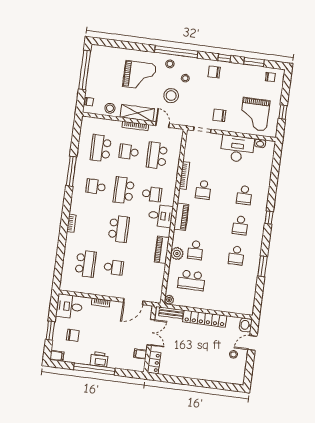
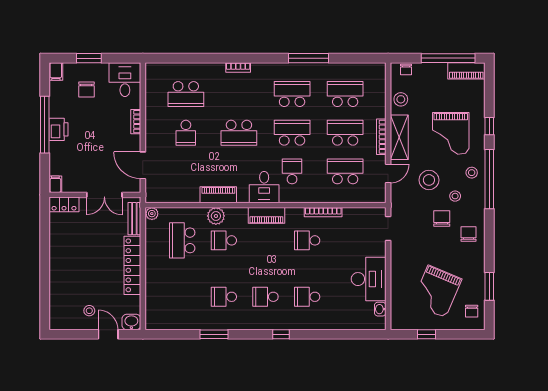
piano: (96, 58) -> (466, 71), added
window: (224, 58) -> (489, 126), moved
grand piano: (255, 114) -> (437, 291), moved, turned -67
chair: (219, 115) -> (442, 219), moved
school desk: (129, 152) -> (345, 133), width x1.85
school desk: (96, 187) -> (292, 94), width x1.85
school desk: (152, 194) -> (292, 171), turned 180
filing cabinet: (140, 354) -> (55, 184), moved

